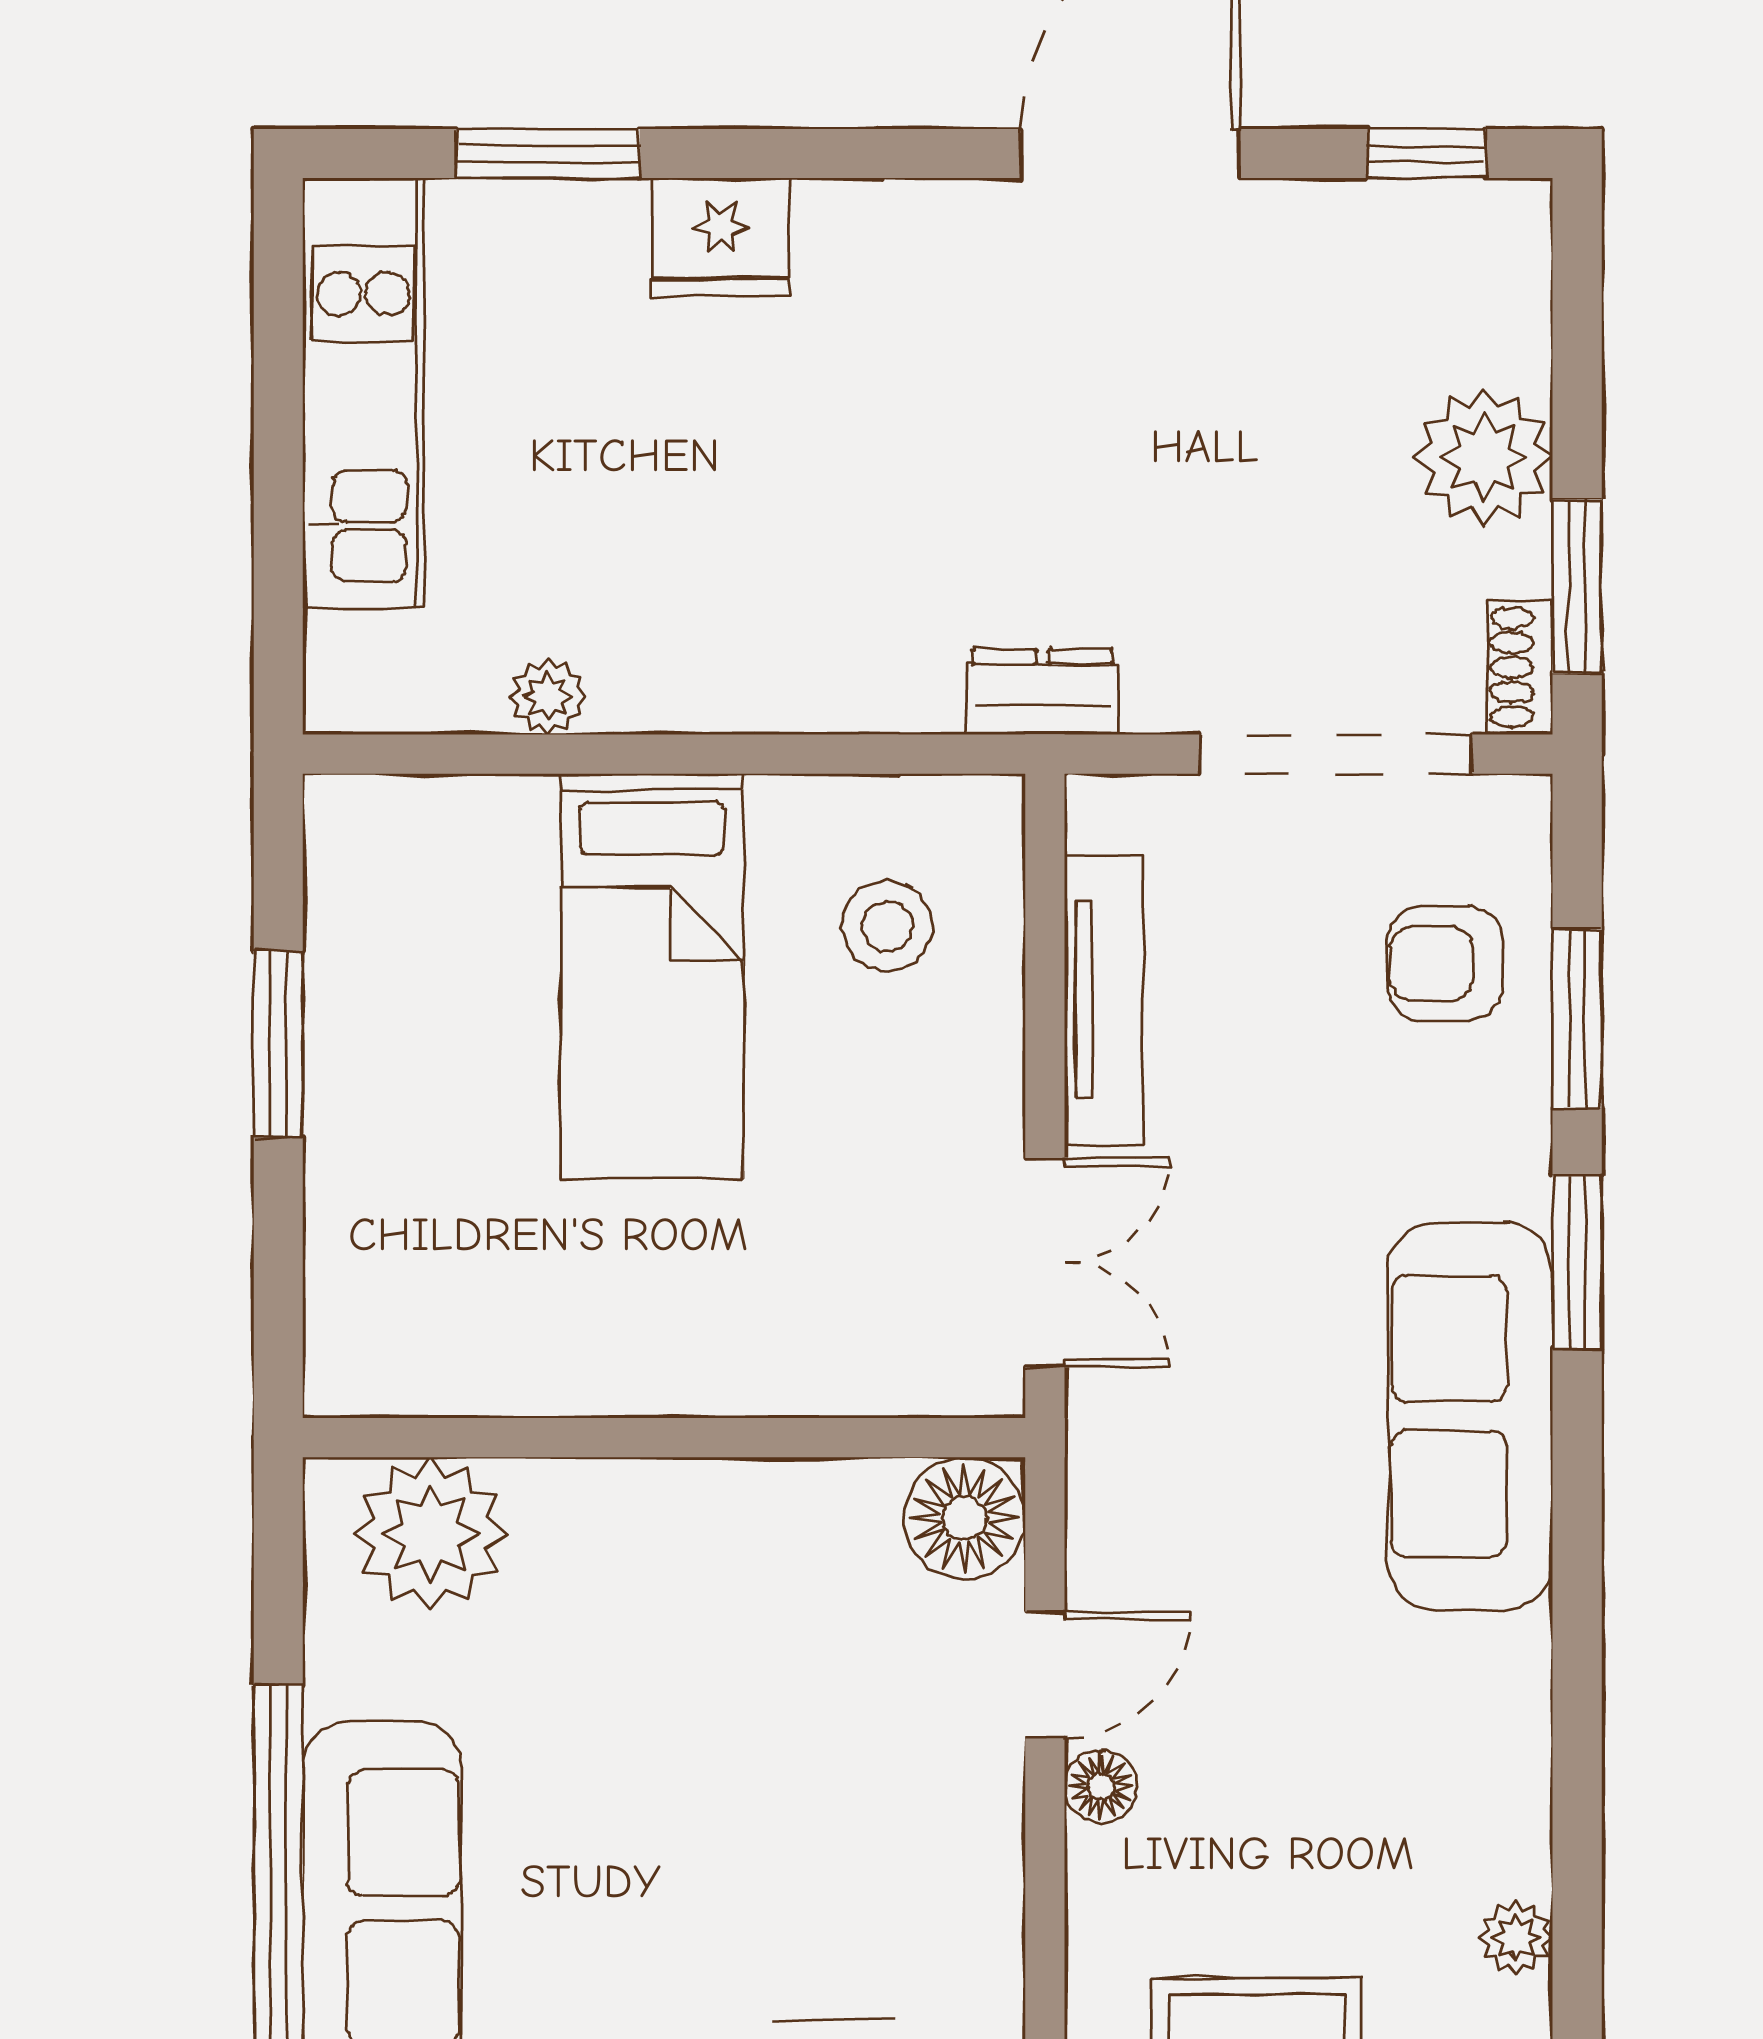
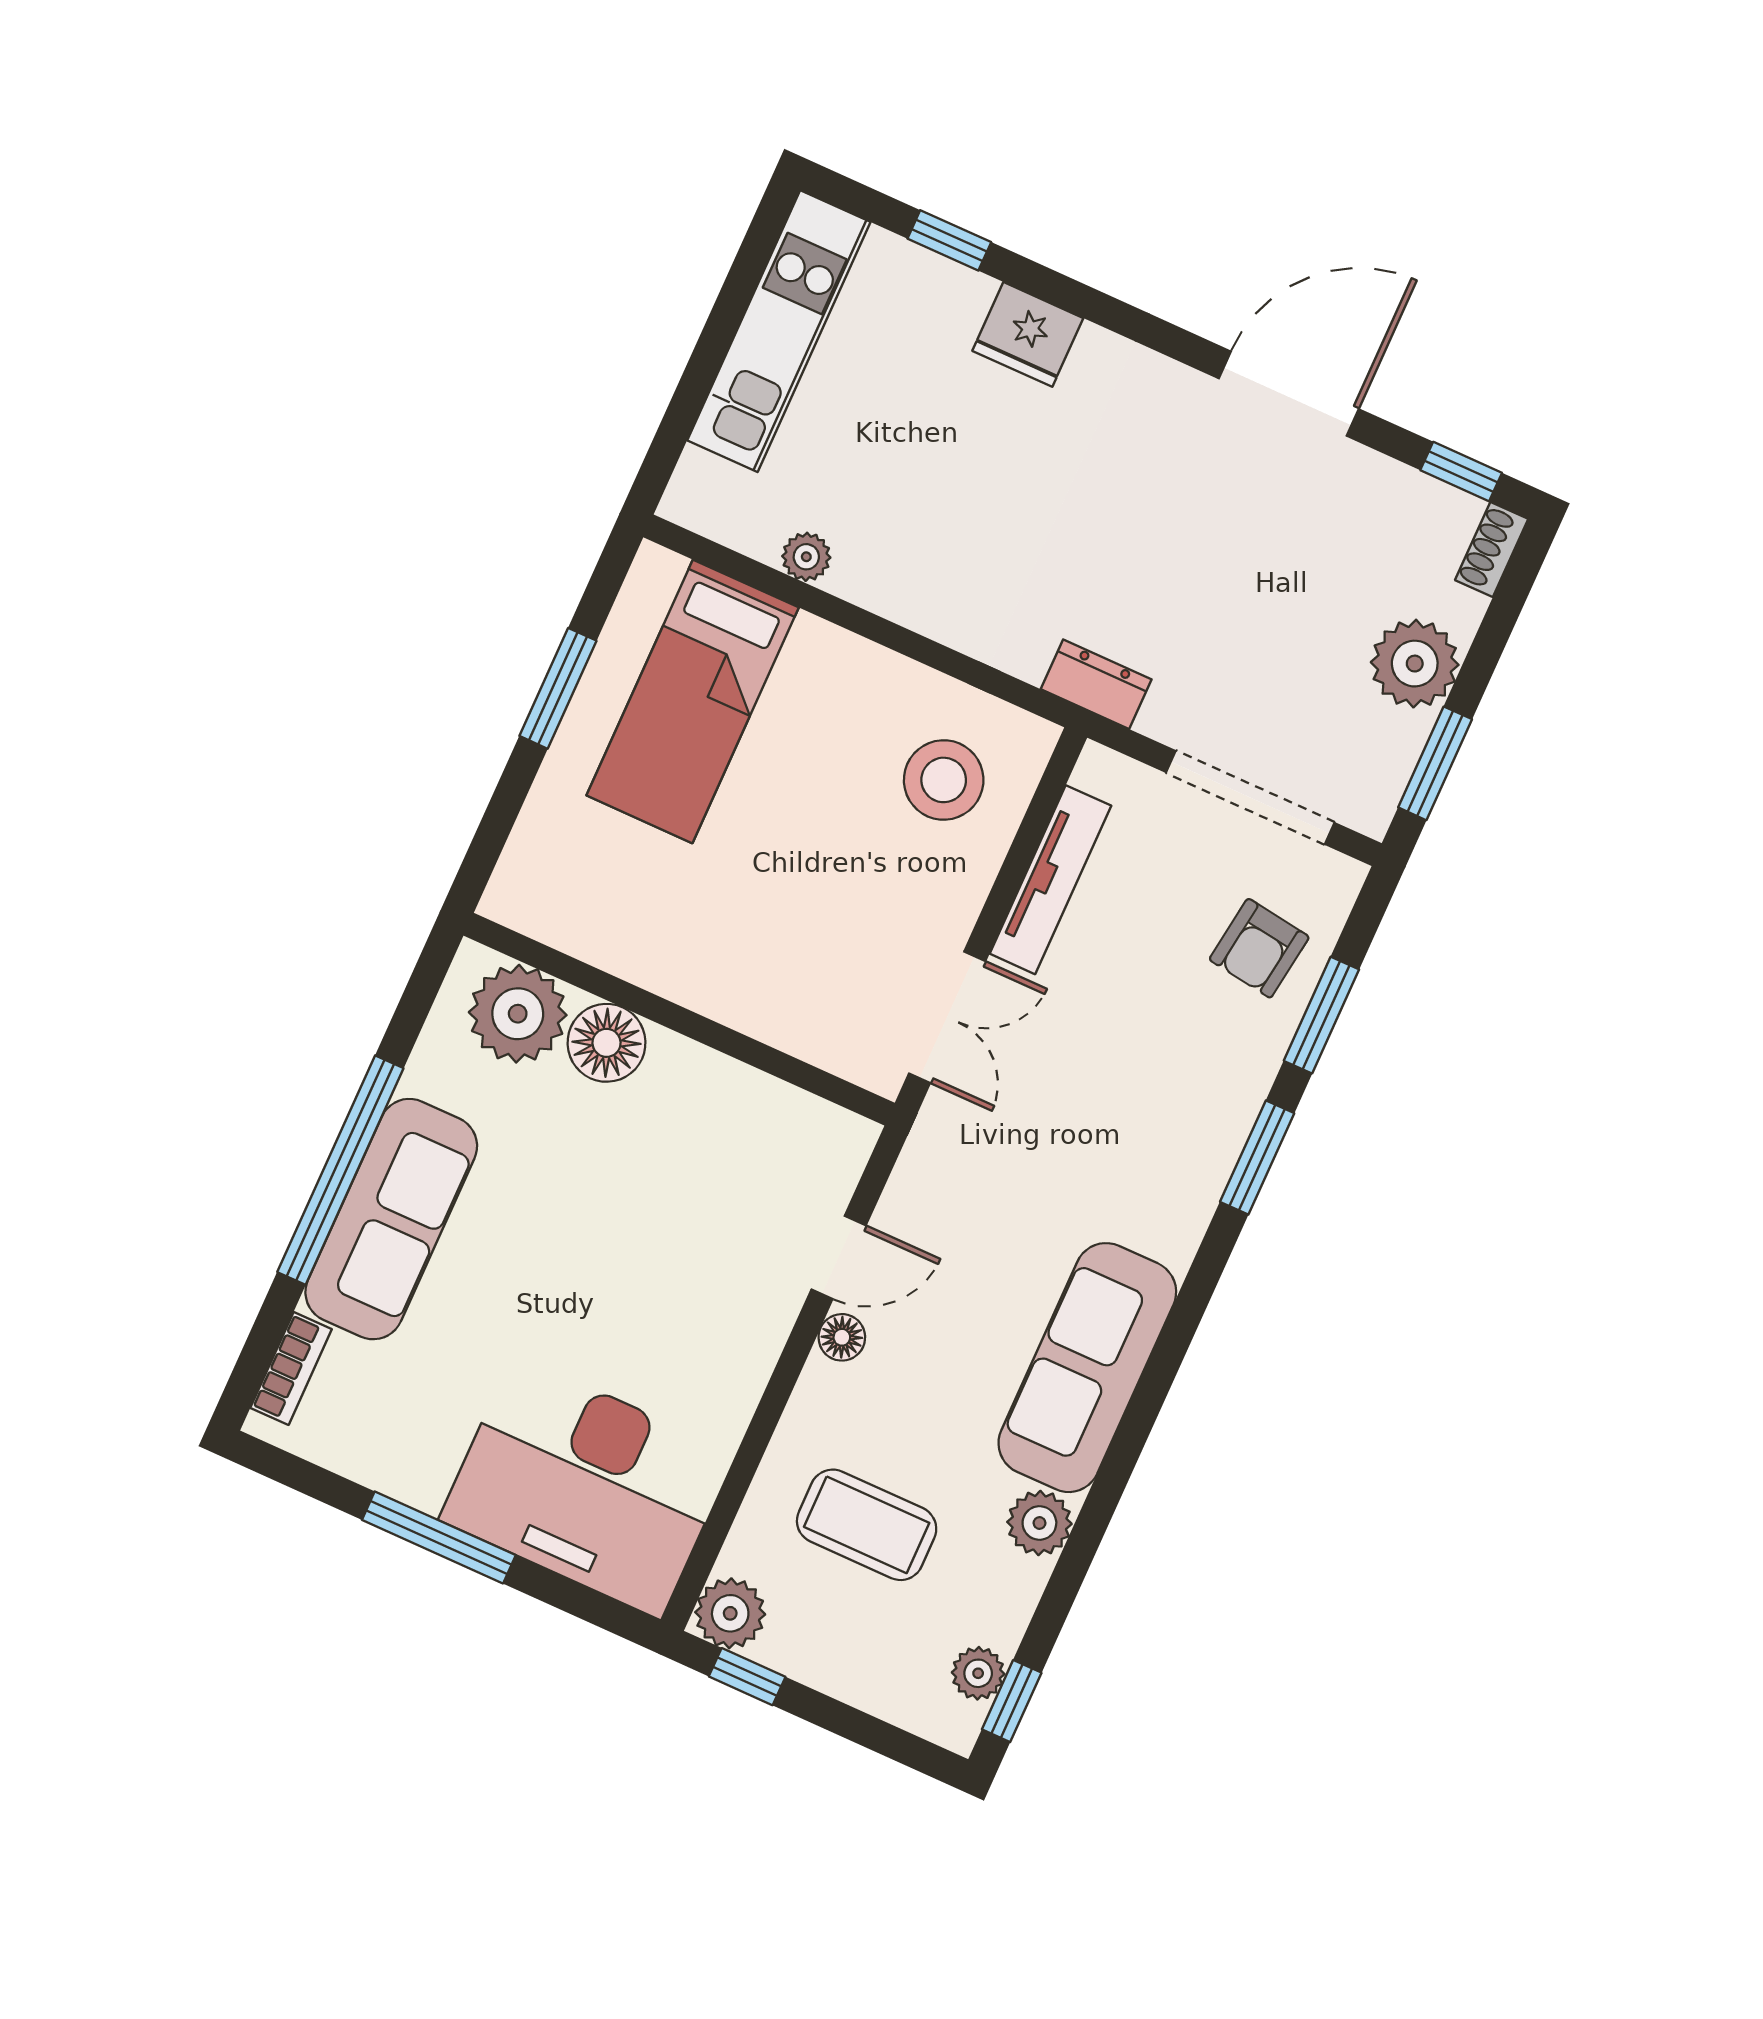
window: (548, 153) -> (949, 240), width x0.67
shoe rack: (1520, 667) -> (1492, 549), moved
stool: (887, 926) -> (944, 780), width x1.38, depth x1.38
armchair: (1445, 963) -> (1259, 948), turned -82
bed: (652, 976) -> (693, 701), moved
sofa: (1470, 1416) -> (1087, 1368), moved
floor lamp: (964, 1518) -> (607, 1043), moved
plant: (1516, 1938) -> (1039, 1523), width x1.38, depth x1.38

